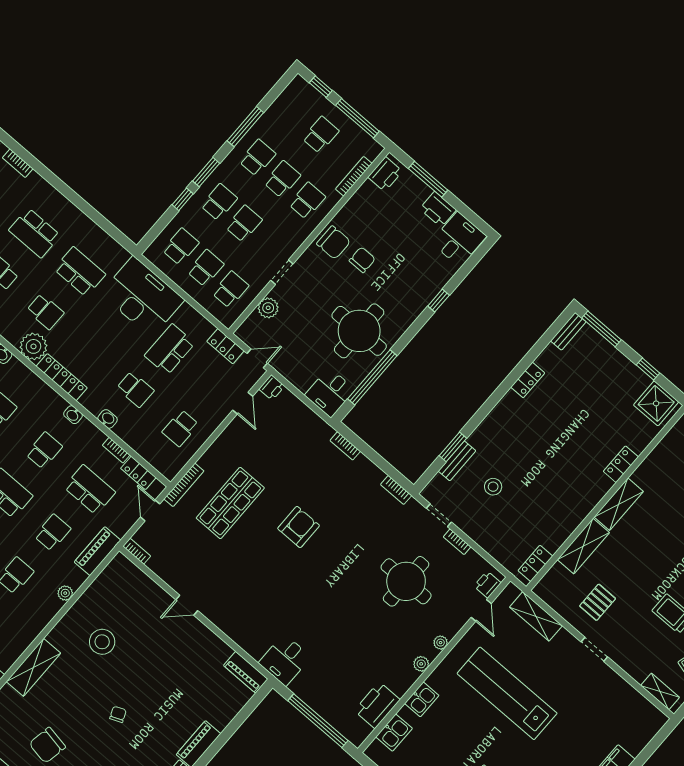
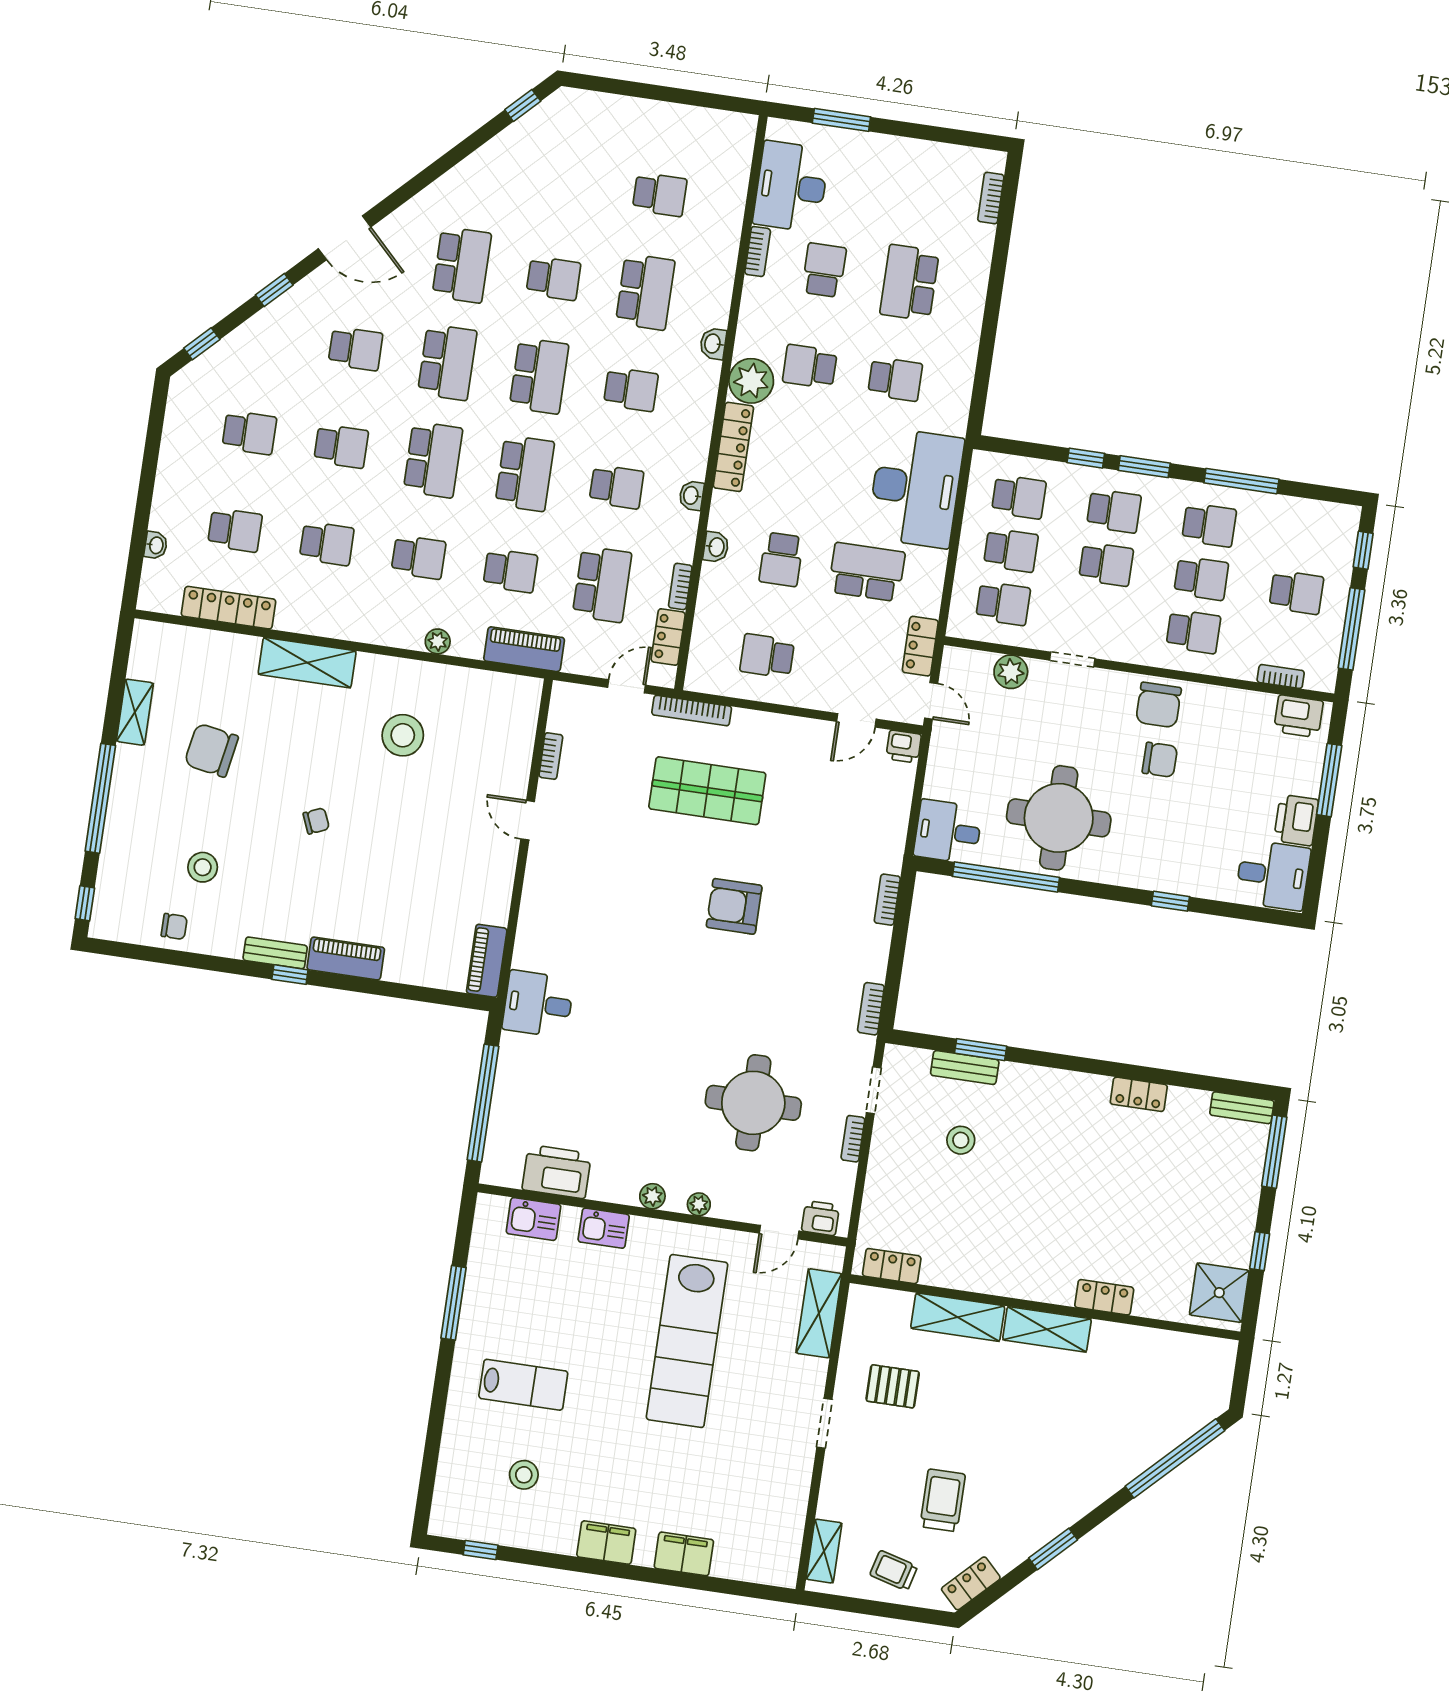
bookcase: (354, 176) -> (1281, 676), width x0.64
school desk: (80, 272) -> (895, 379), width x0.54
school desk: (45, 312) -> (810, 367), turned 90
armchair: (299, 527) -> (734, 906), turned 180
bookcase: (137, 551) -> (551, 756), moved
lab bench: (507, 693) -> (687, 1341), turned 180

